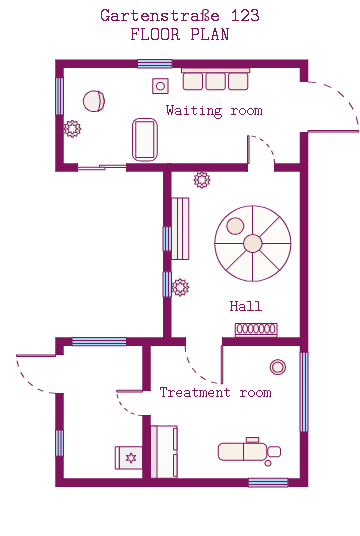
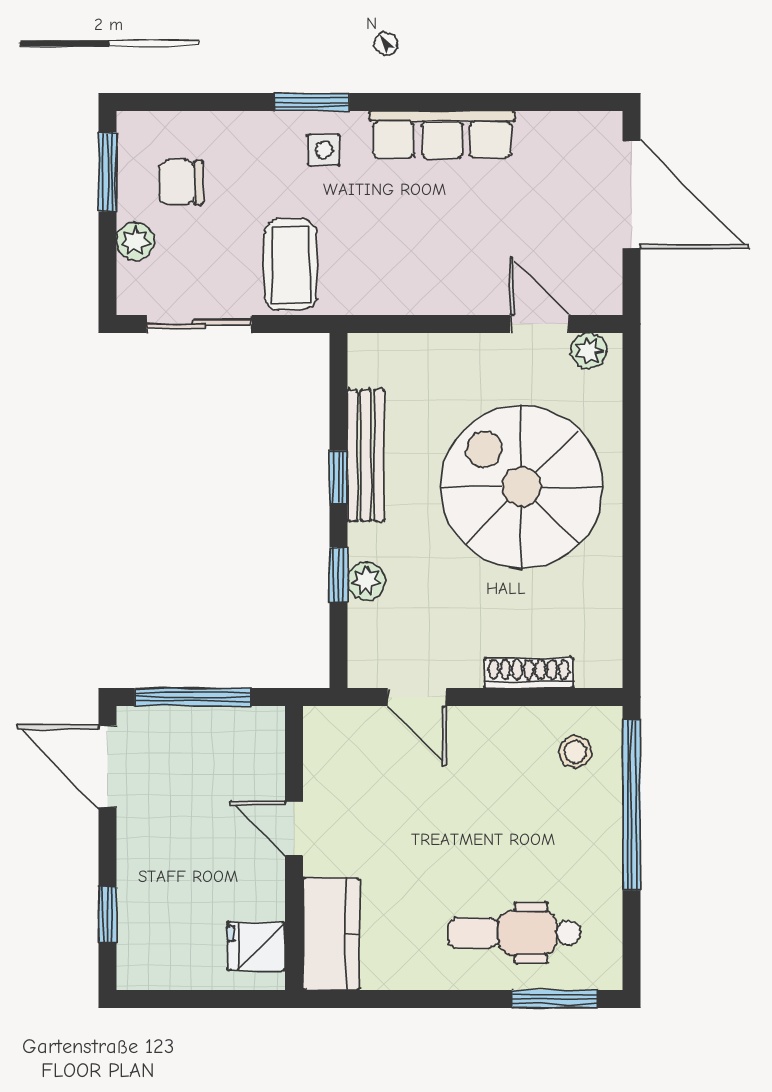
plant: (202, 180) -> (589, 351), moved
door: (204, 342) -> (417, 697), width x0.73

